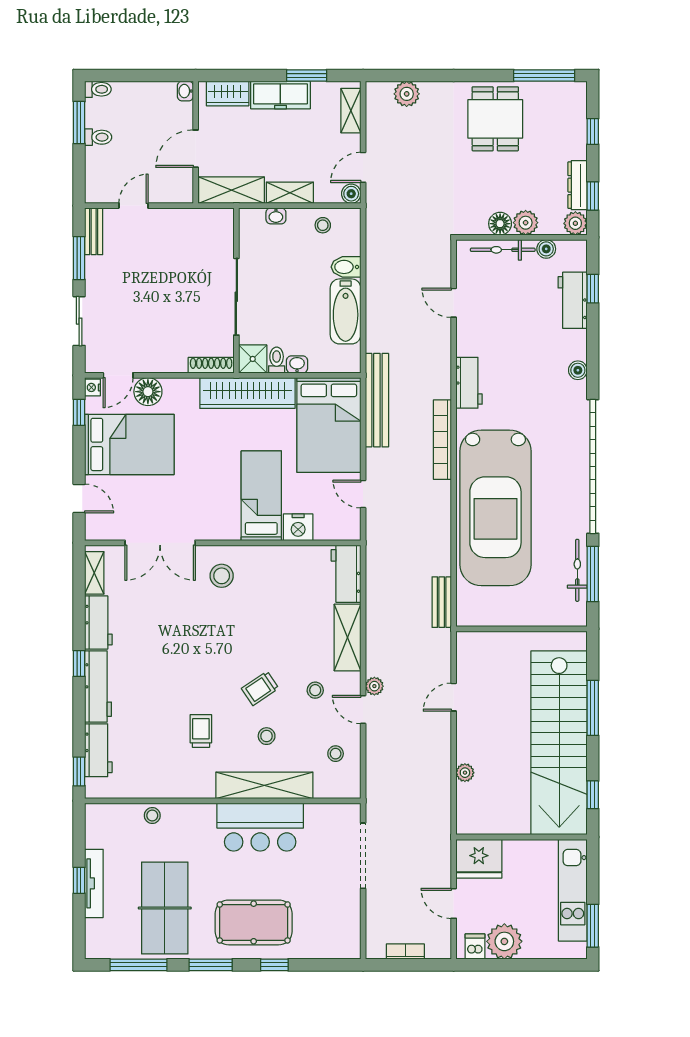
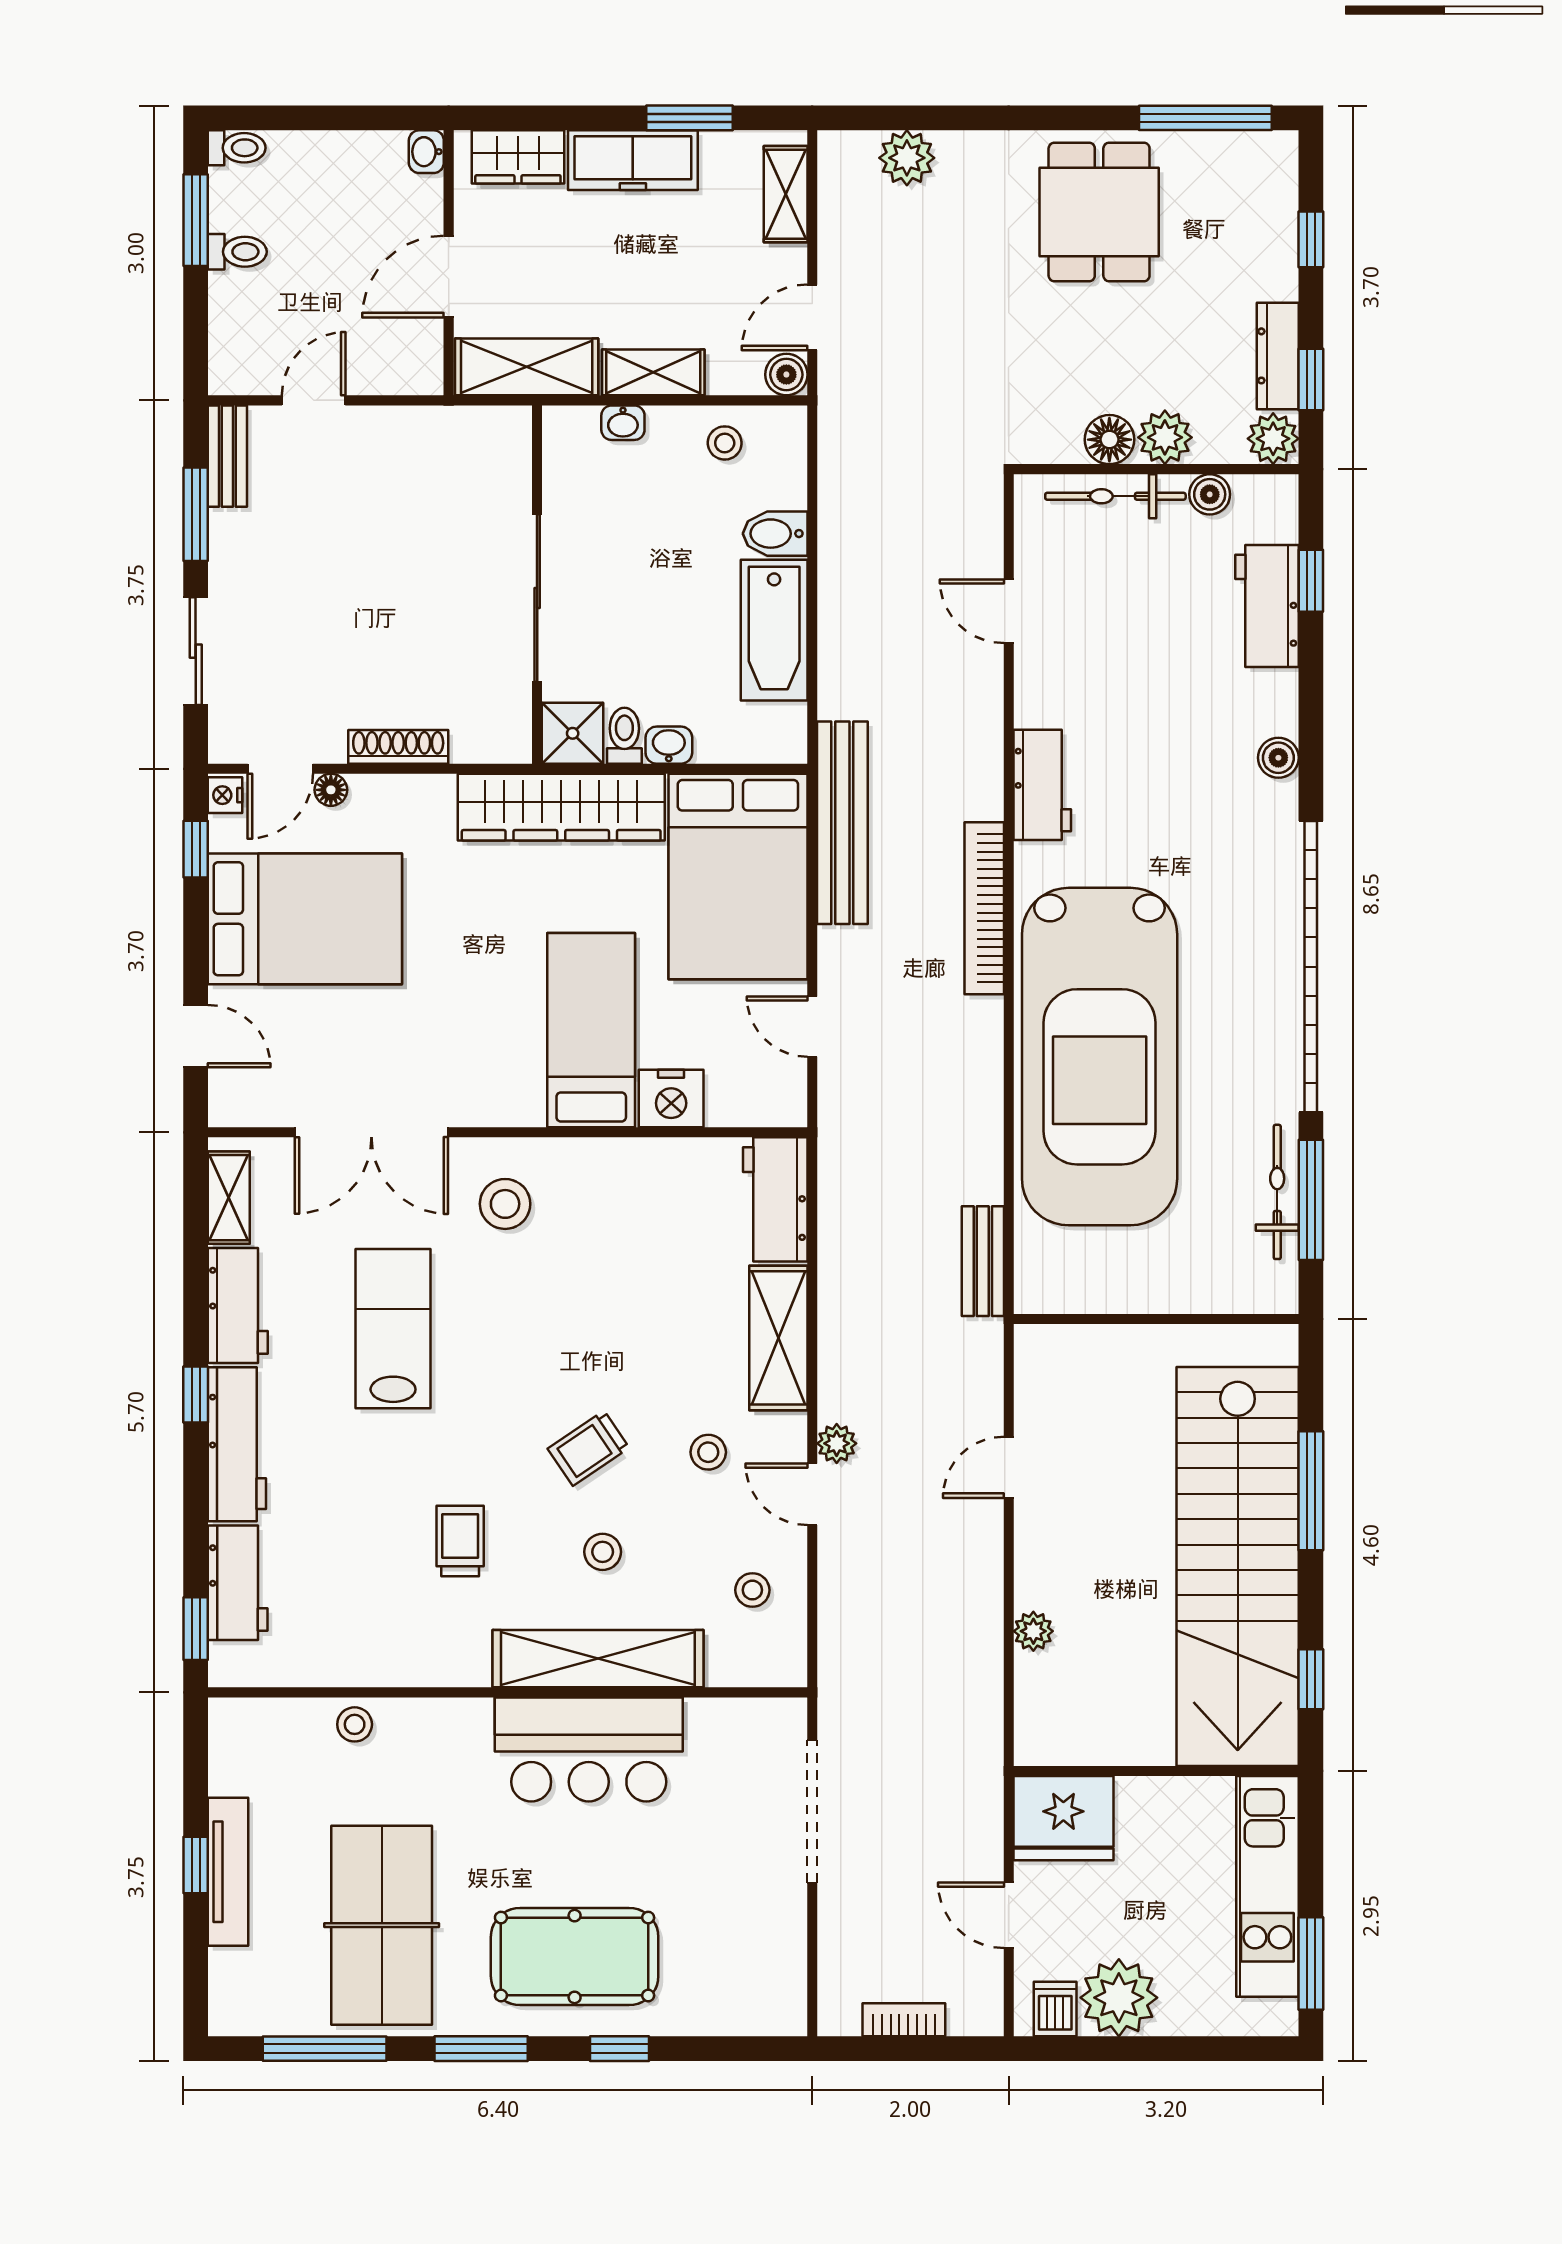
shoe rack: (211, 365) -> (398, 747), moved
floor lamp: (148, 392) -> (331, 790), width x0.53, depth x0.53
lab bench: (170, 633) -> (393, 1329), added

